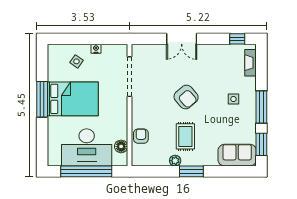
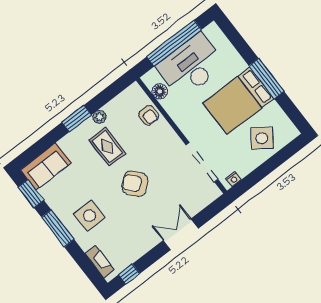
nightstand: (96, 49) -> (233, 179), moved
side table: (77, 61) -> (262, 138), width x1.87, depth x1.87
side table: (233, 99) -> (90, 216), width x1.87, depth x1.87

